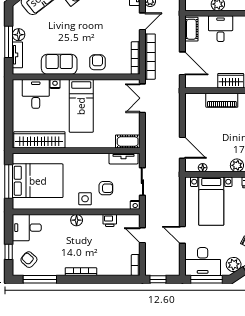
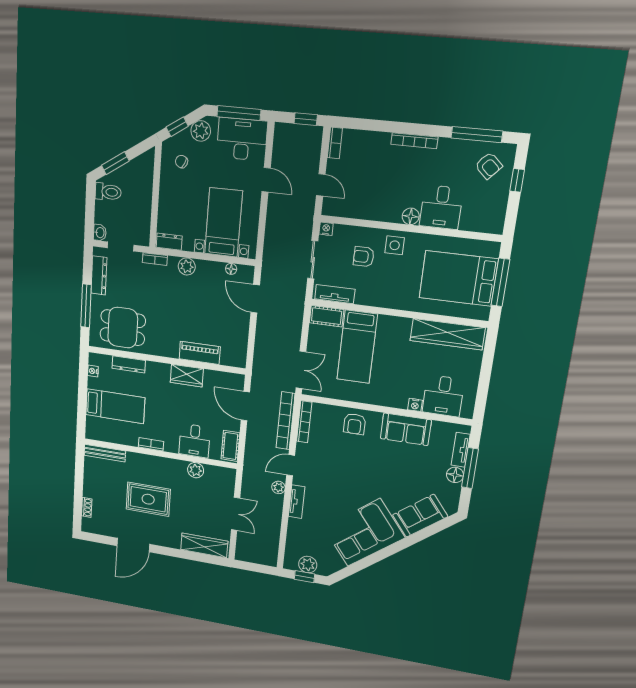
bed: (81, 106) -> (357, 347), moved, turned 180
printer: (110, 220) -> (364, 211), removed
desk: (27, 228) -> (441, 207), moved, turned 90

